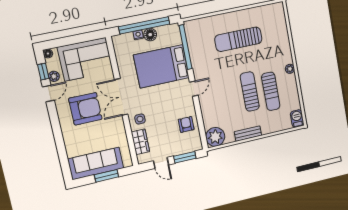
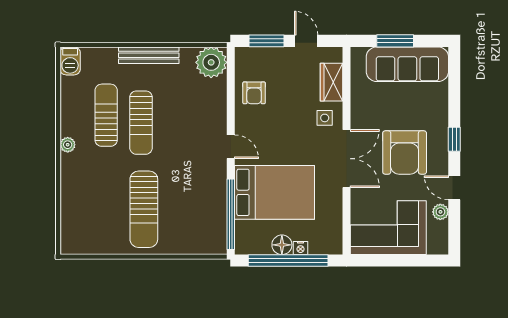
sun lounger: (238, 39) -> (144, 209), turned 90
floor lamp: (48, 53) -> (442, 248), removed
window: (43, 72) -> (454, 139), moved
door: (194, 89) -> (231, 147), swing flipped
door: (48, 94) -> (454, 188), hinge flipped
armchair: (85, 109) -> (405, 152), turned -90
bench: (248, 134) -> (149, 55), width x1.36

